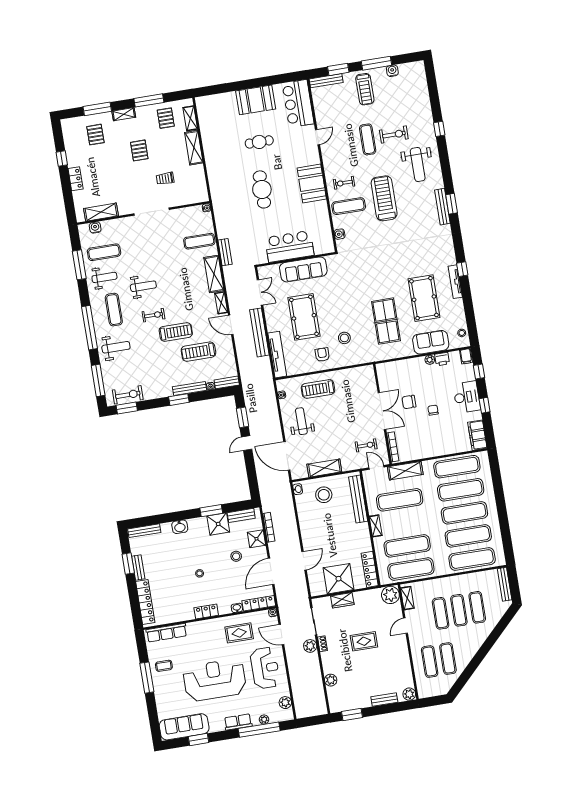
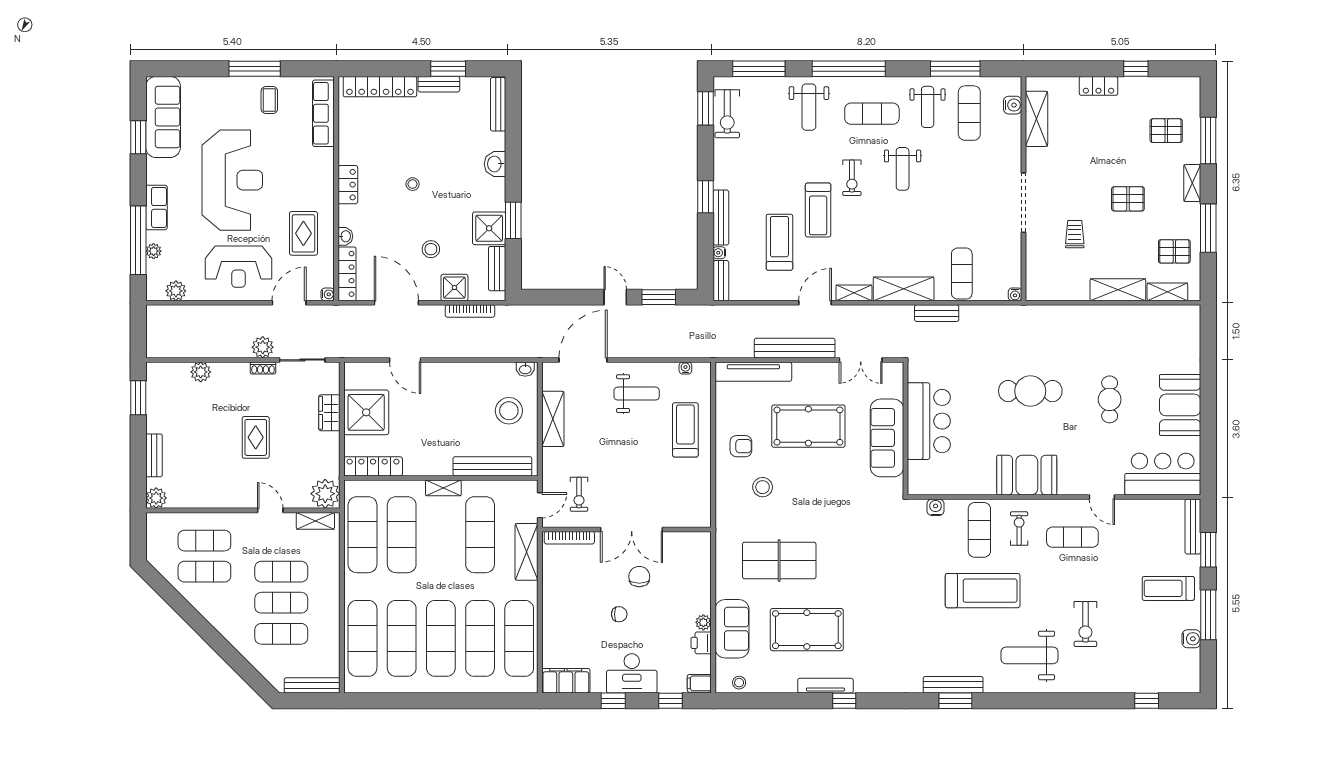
window: (439, 129) -> (1147, 701), moved
exercise mat: (368, 139) -> (1072, 537), moved

